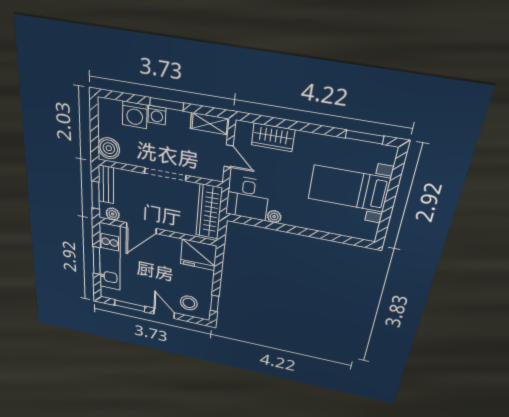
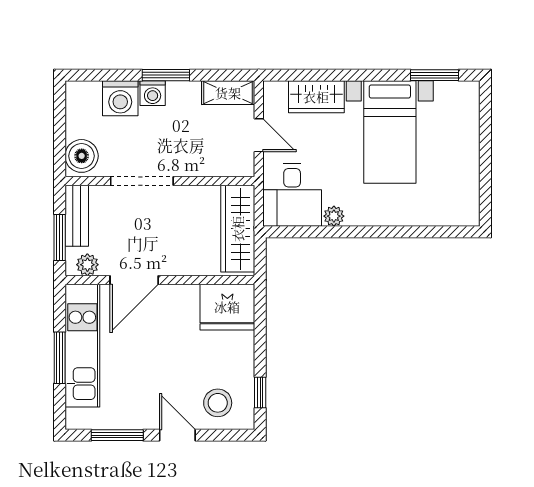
doorway: (165, 174) -> (142, 181), moved
bed with nightstands: (349, 189) -> (390, 132), moved, turned -90

